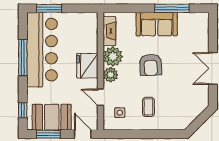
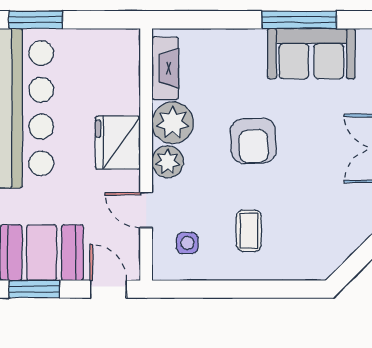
sofa: (157, 24) -> (311, 54), moved

